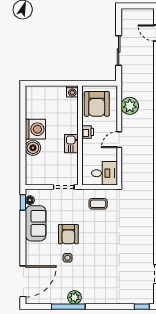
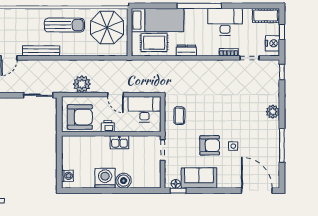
sliding door: (119, 50) -> (38, 95), moved
washing machine: (72, 91) -> (67, 176), moved
desk: (105, 173) -> (144, 109), width x1.37
plant: (74, 297) -> (273, 112), moved

